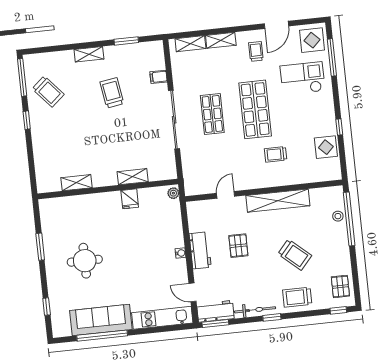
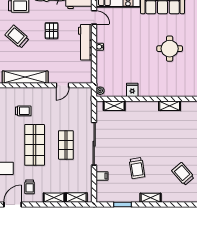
shelving: (133, 177) -> (114, 106), moved
pallet: (238, 246) -> (52, 31), moved
workbench: (200, 250) -> (85, 42), width x1.38

